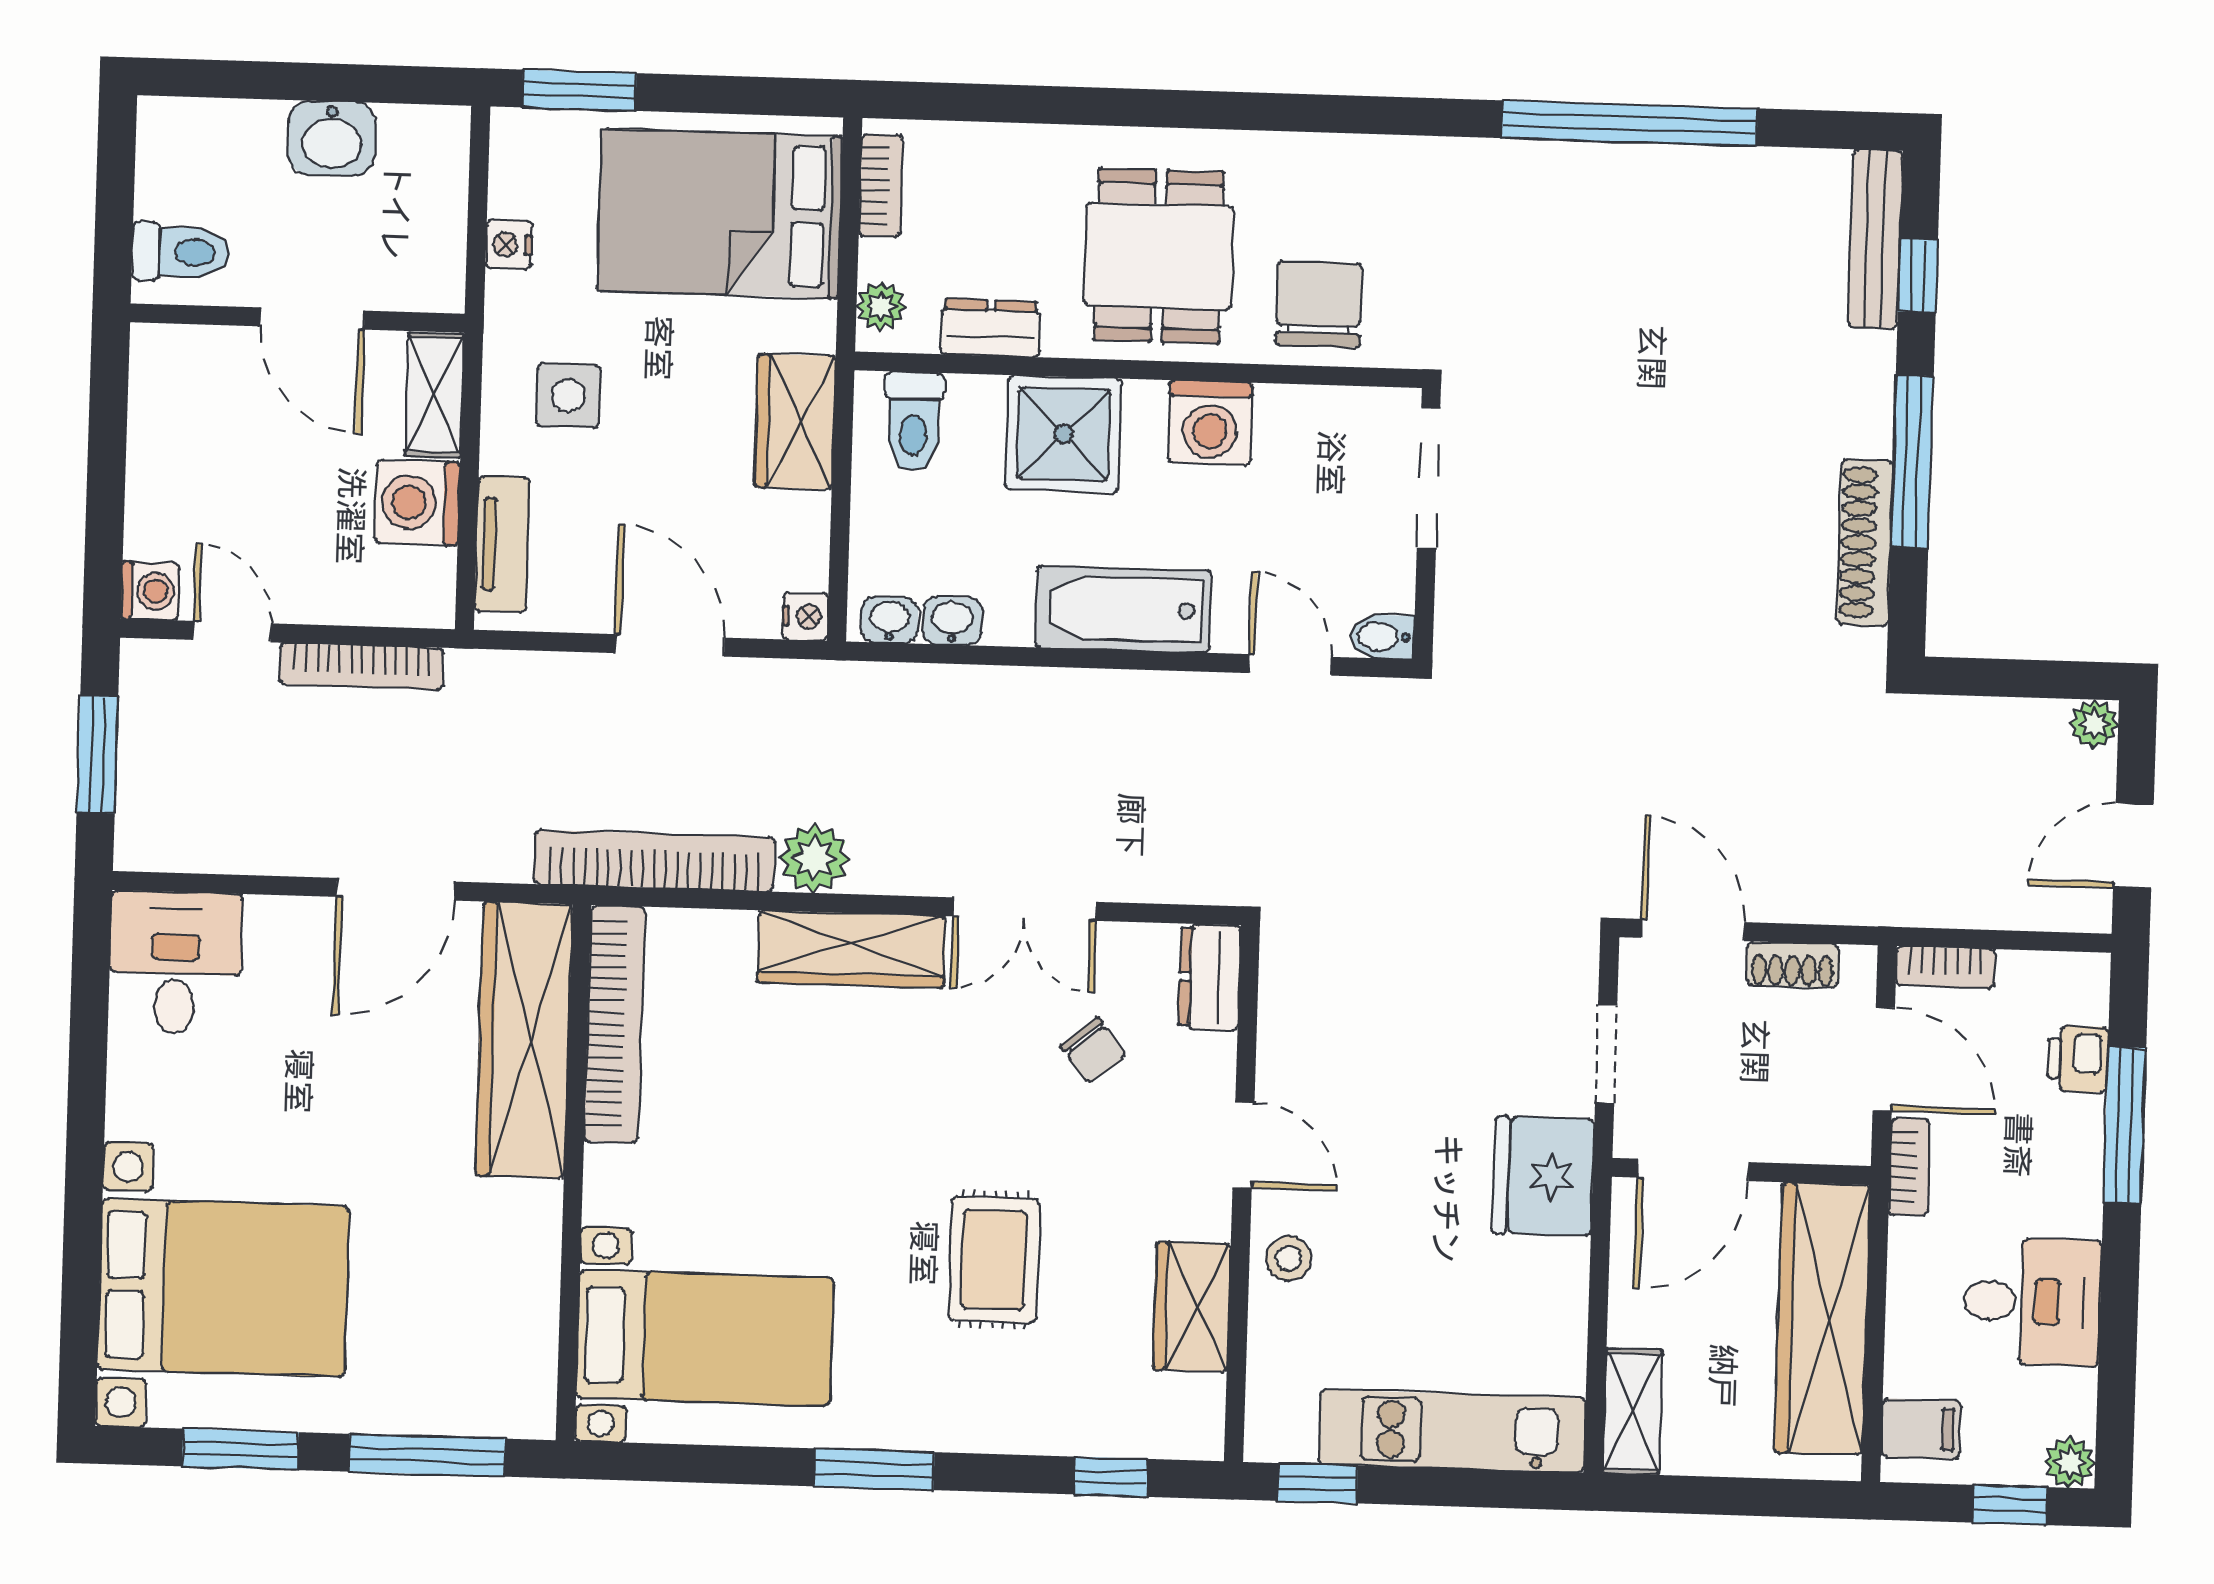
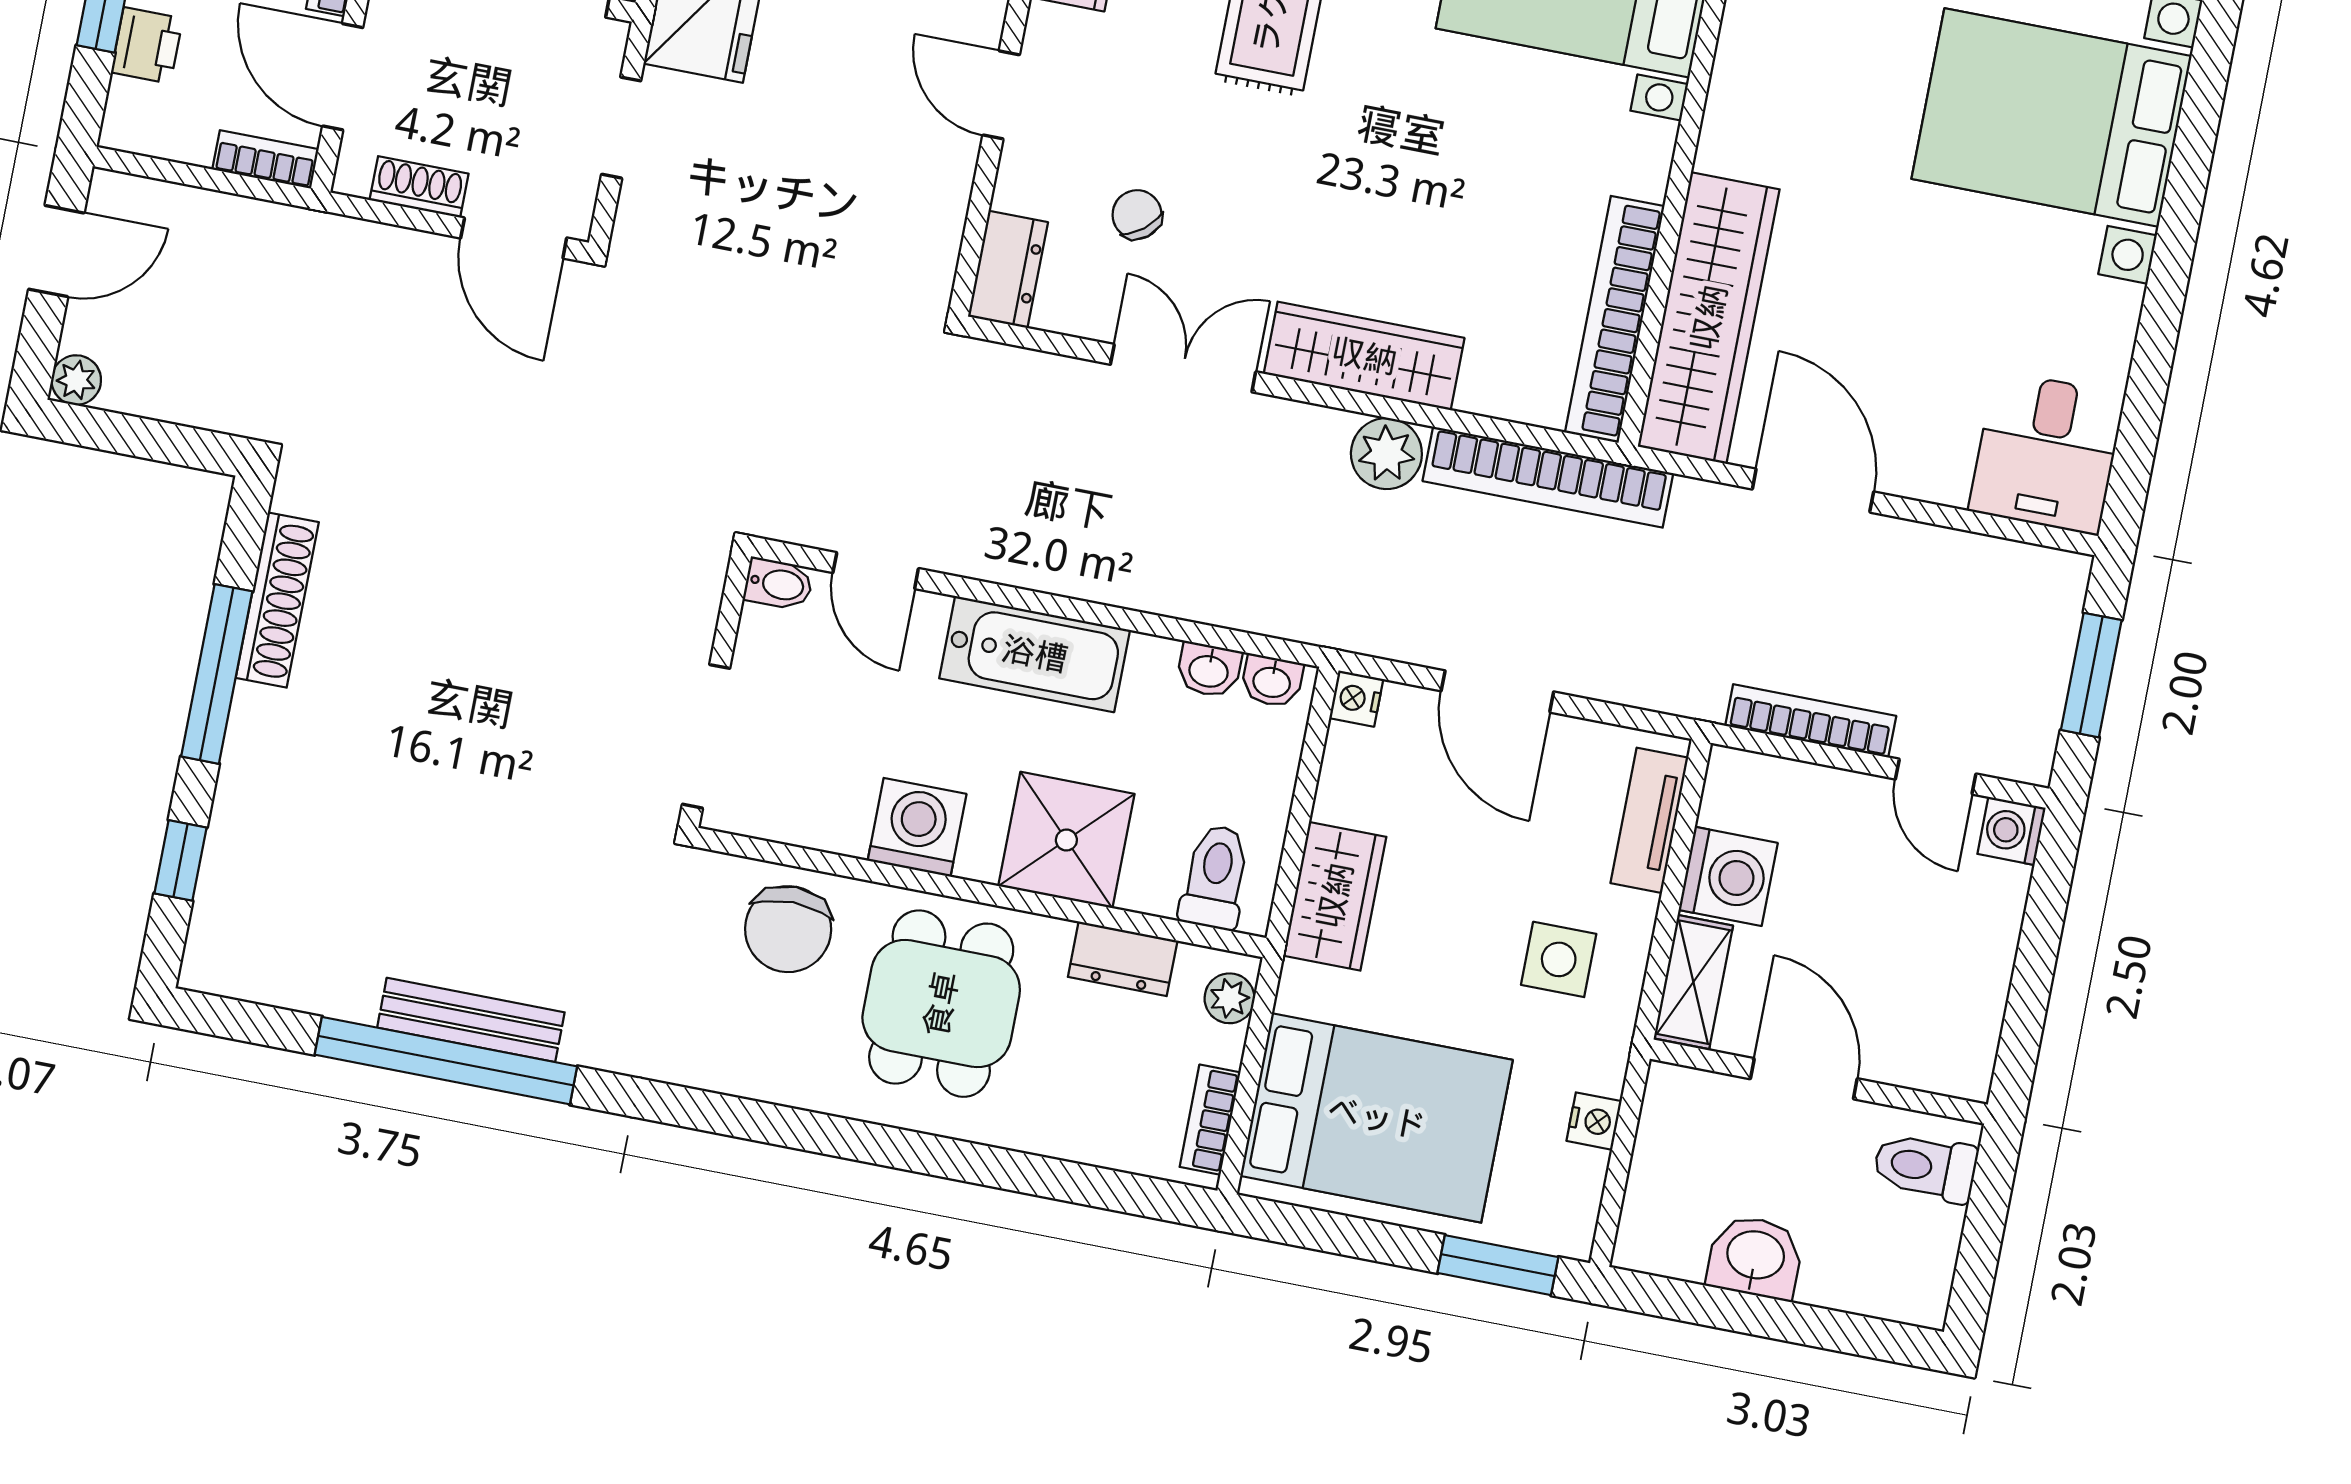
bench: (1875, 239) -> (471, 1020), moved, turned 90
door: (396, 889) -> (1813, 491), hinge flipped

